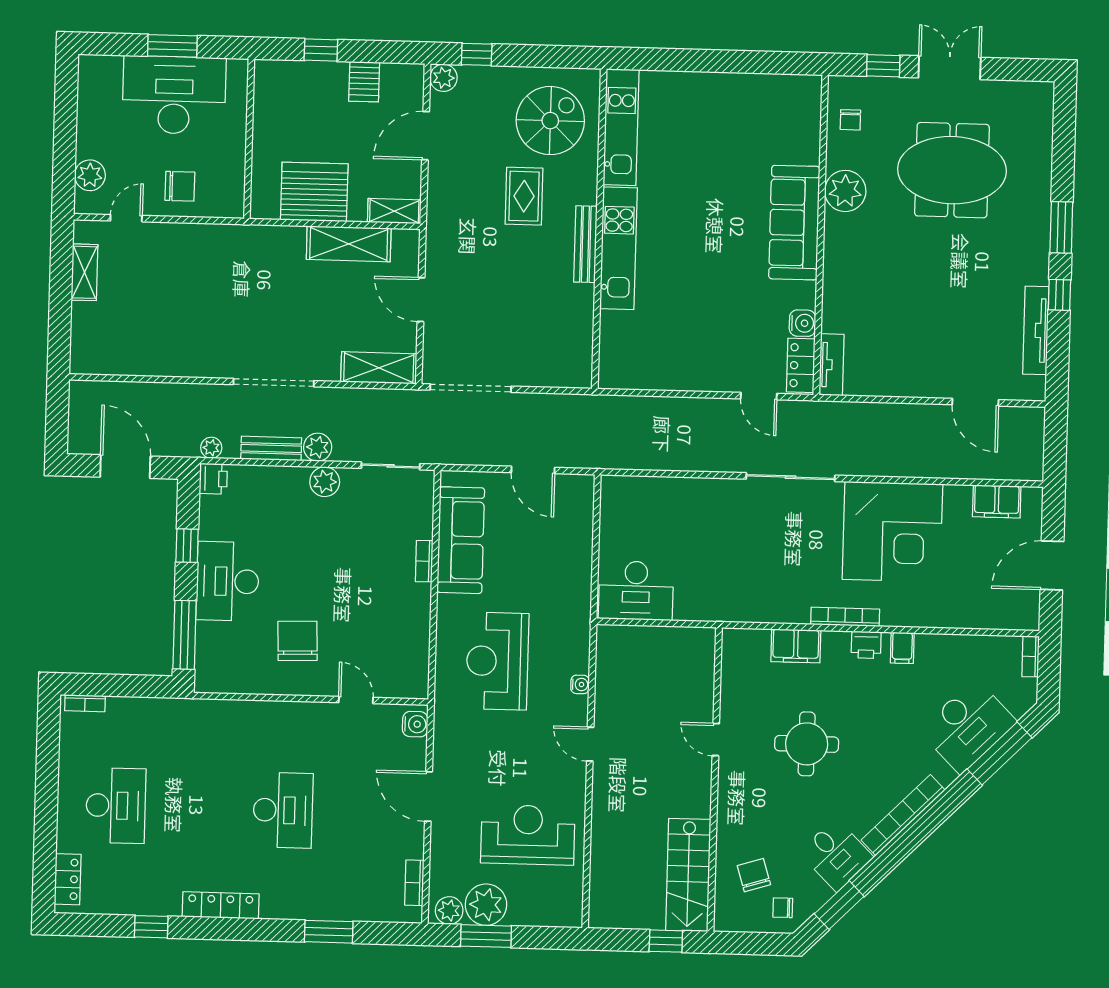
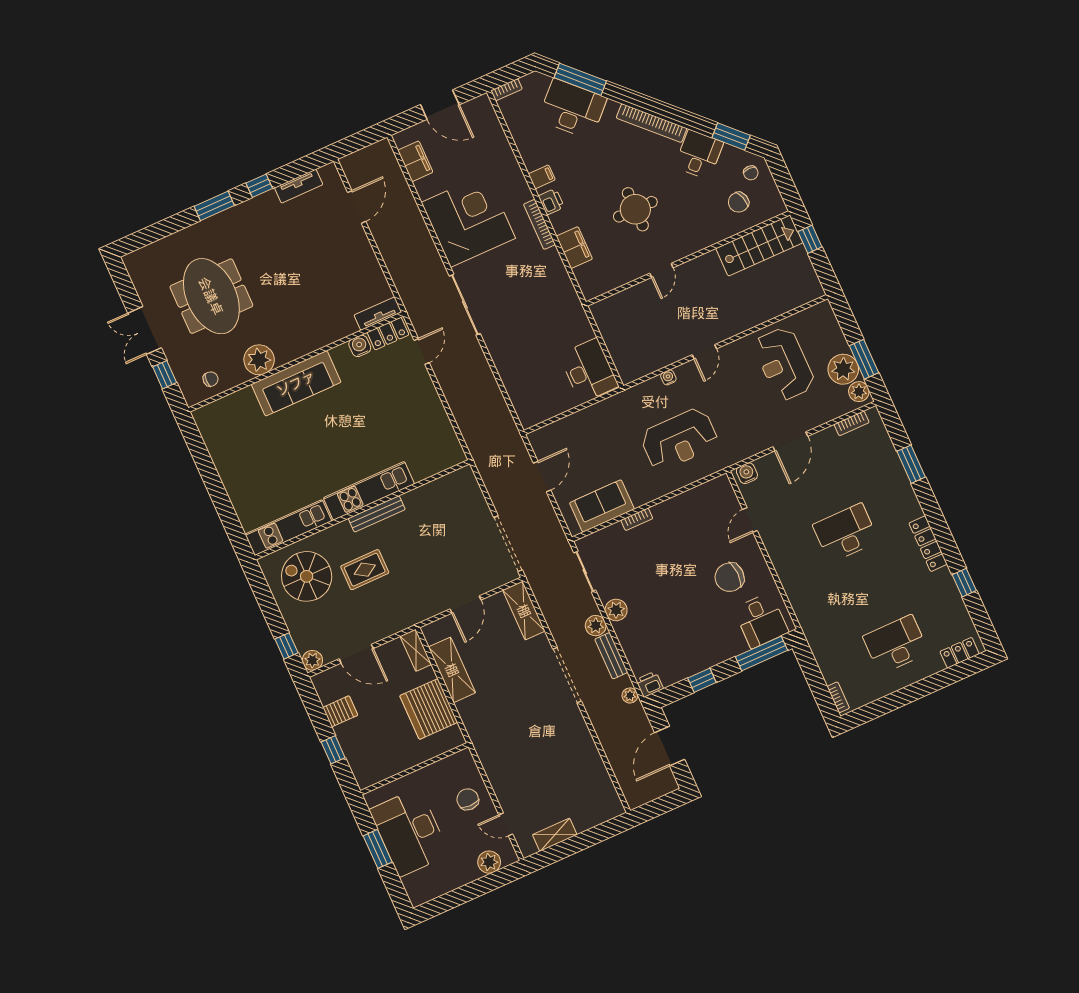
tv unit: (1036, 330) -> (299, 186), width x0.71
sofa: (461, 540) -> (602, 506), width x0.73
desk: (228, 581) -> (761, 620), moved, width x0.73

